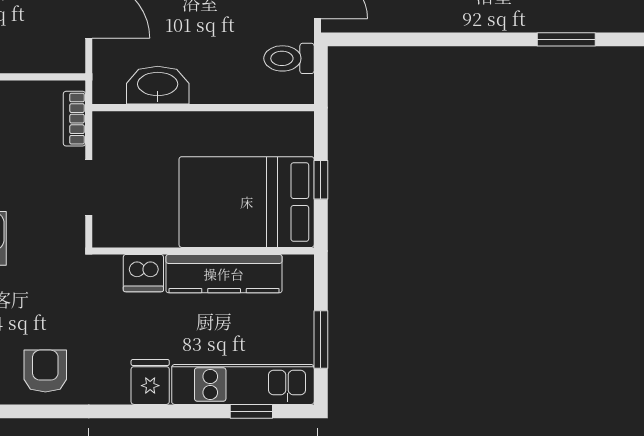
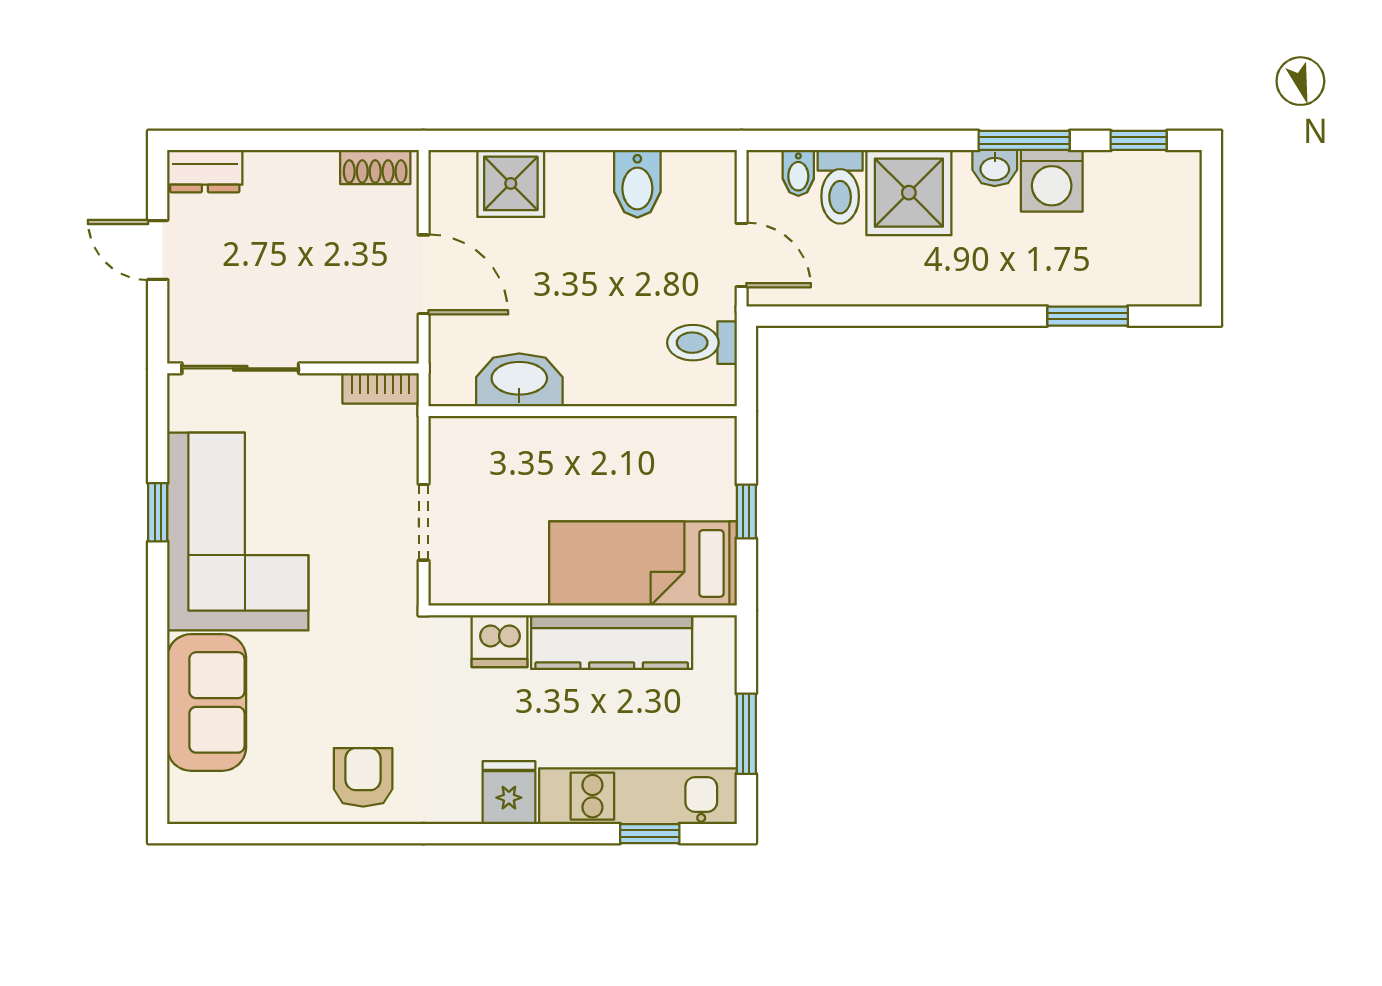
bookcase: (74, 119) -> (381, 388), moved, turned -90
bed: (247, 202) -> (643, 563), width x0.67

